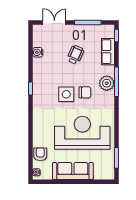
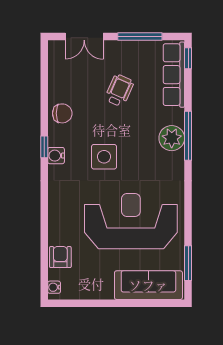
double door: (54, 22) -> (84, 36), swing flipped
water cooler: (38, 52) -> (56, 156), moved
row of seats: (108, 52) -> (174, 75), width x1.48
chair: (85, 92) -> (62, 113), moved
sofa: (73, 171) -> (148, 285), moved

